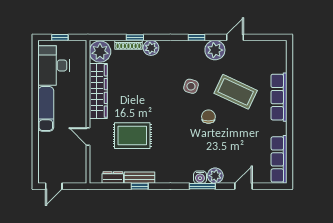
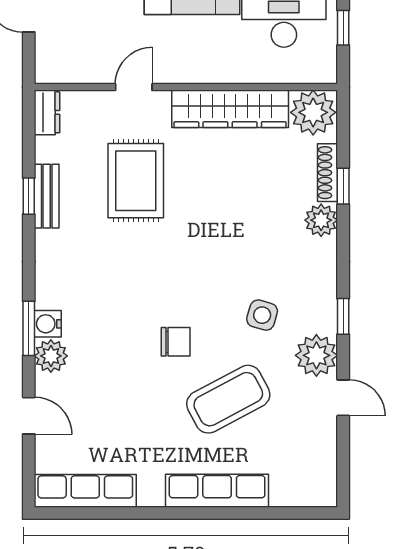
side table: (191, 86) -> (262, 315), moved
coffee table: (236, 92) -> (228, 399), turned 37
dresser: (113, 178) -> (47, 112), moved

